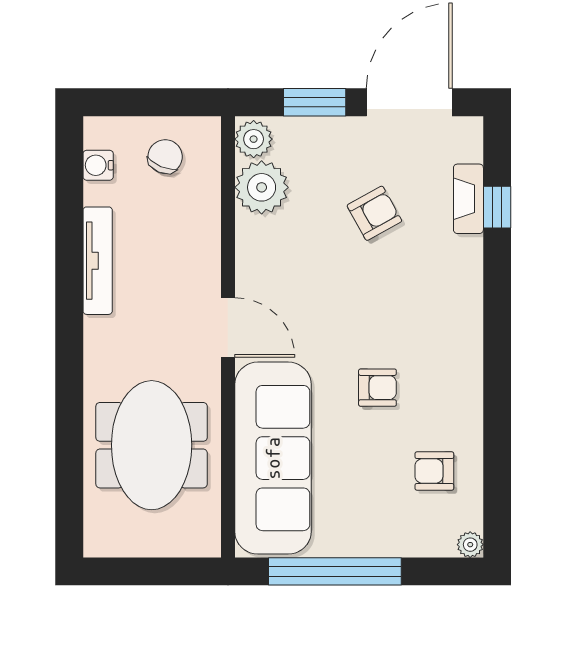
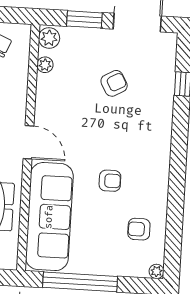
plant: (262, 187) -> (45, 65), width x0.53, depth x0.53
fireplace: (468, 199) -> (167, 78), removed

